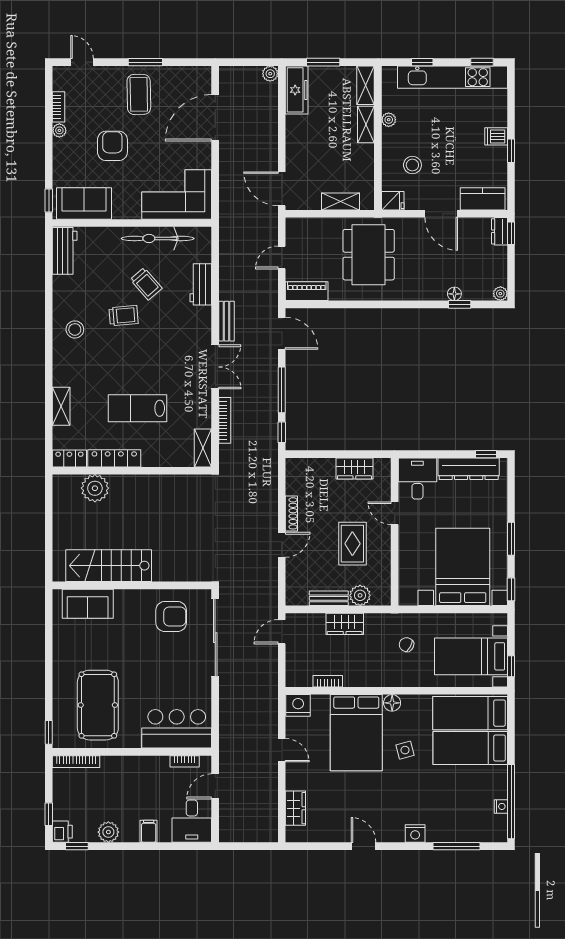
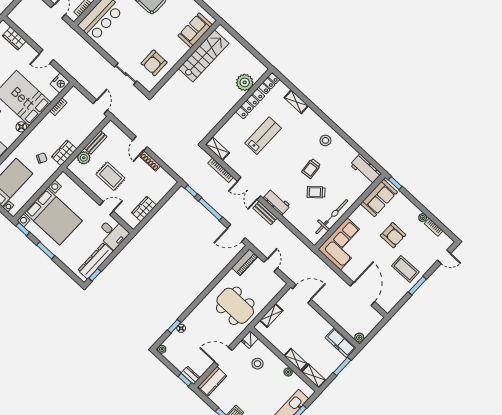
workbench: (201, 284) -> (277, 202), moved
wardrobe: (345, 624) -> (64, 153), moved
sliding door: (215, 638) -> (126, 74), width x0.54

